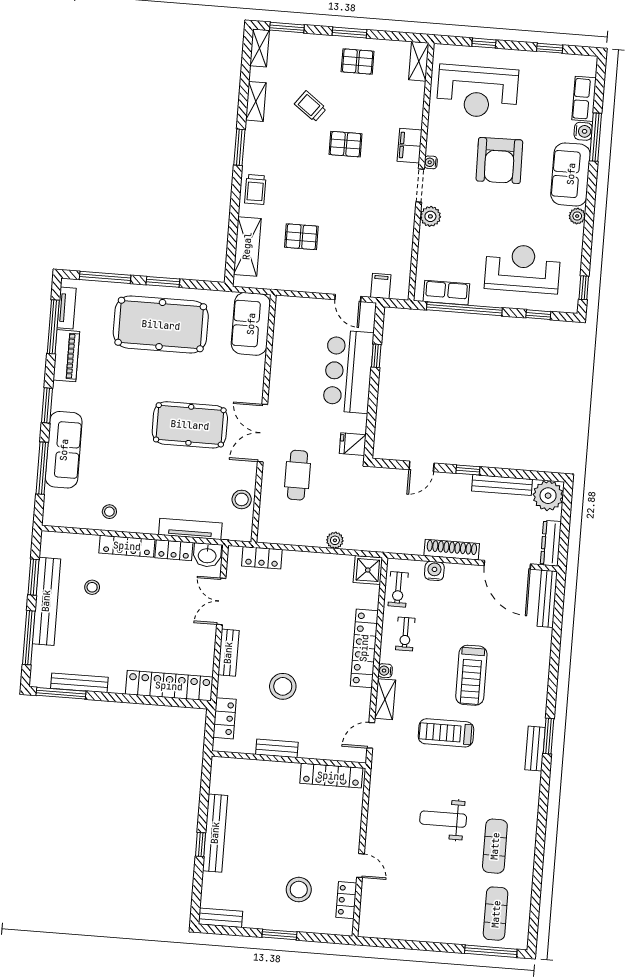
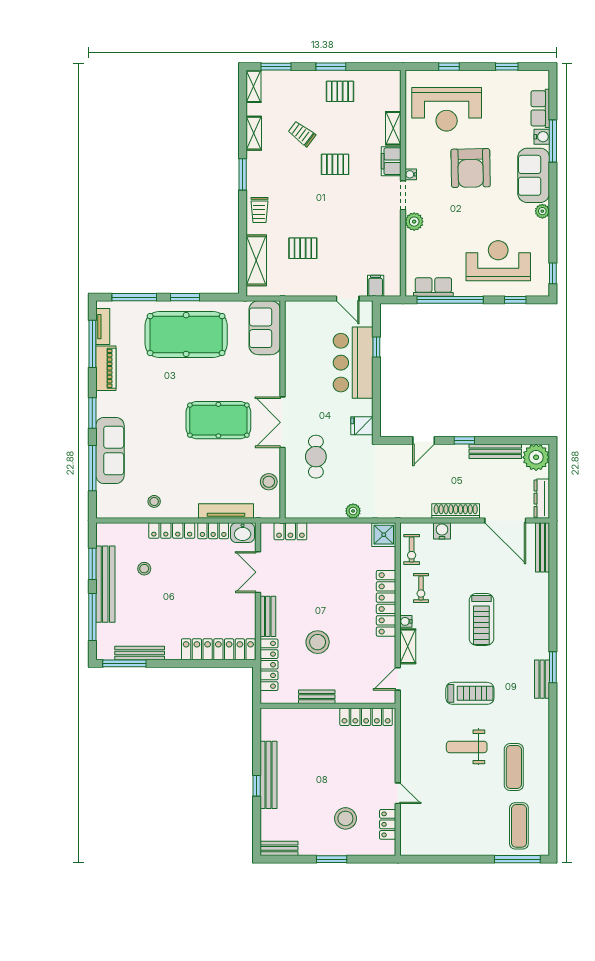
shelving: (419, 61) -> (393, 128), moved
locker: (225, 718) -> (269, 665), width x1.53
treadmill: (446, 733) -> (470, 693), moved, turned 180

